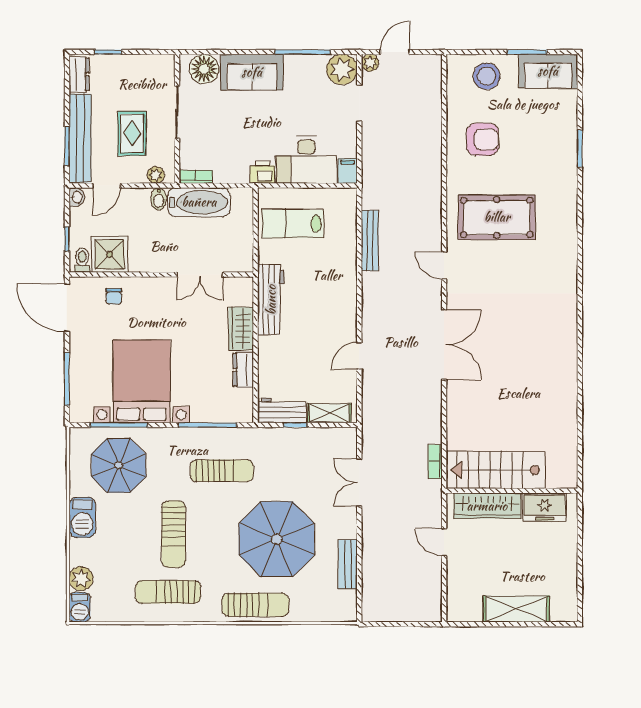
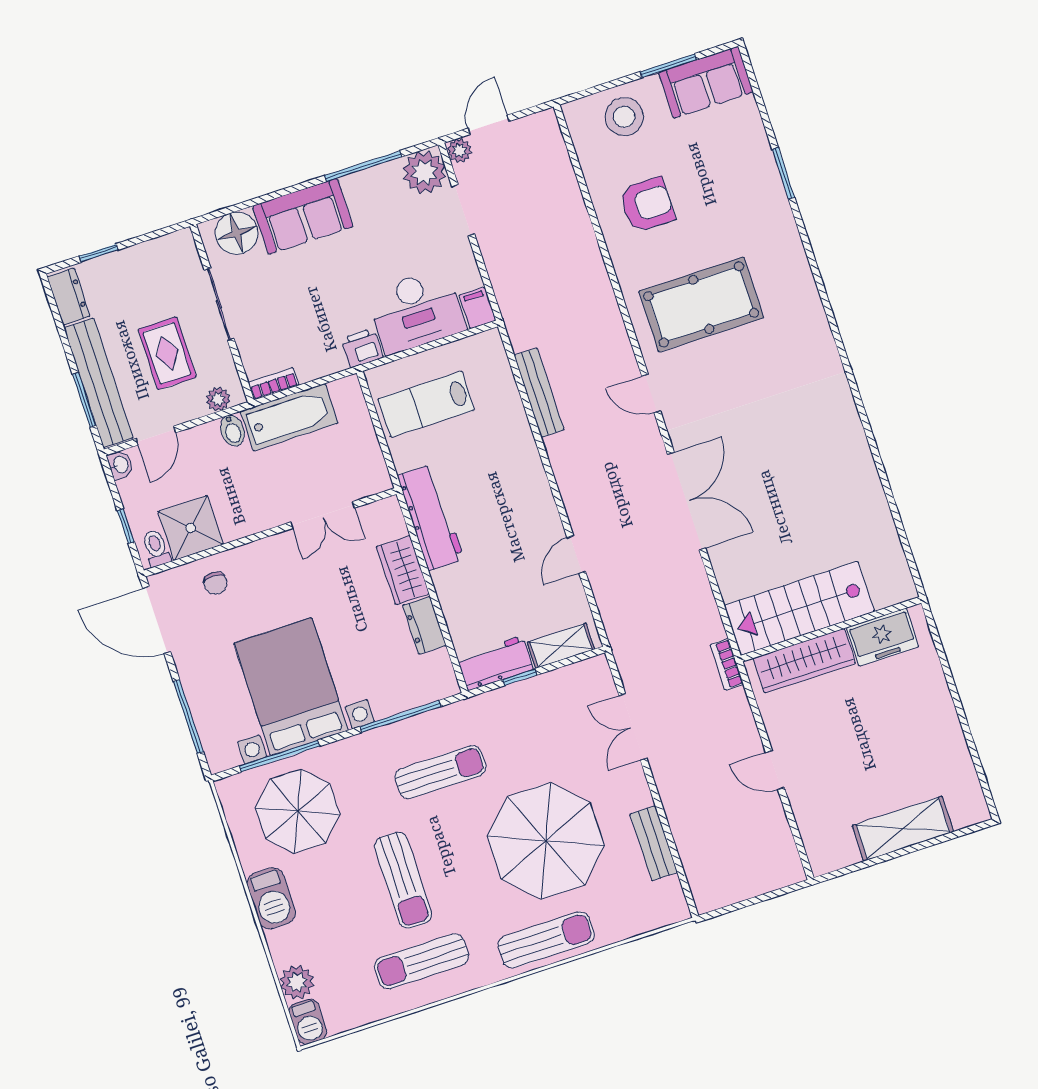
stairs: (495, 470) -> (799, 608), moved
wall: (512, 491) -> (831, 629), moved
wardrobe: (487, 506) -> (804, 661), moved
freezer: (544, 507) -> (883, 637), moved

